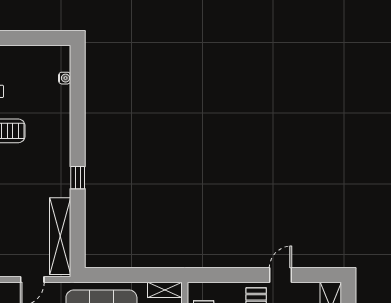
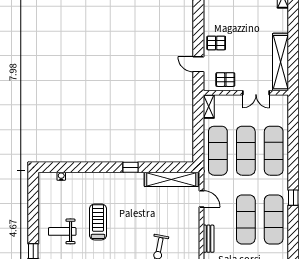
door: (280, 275) -> (198, 64), moved

